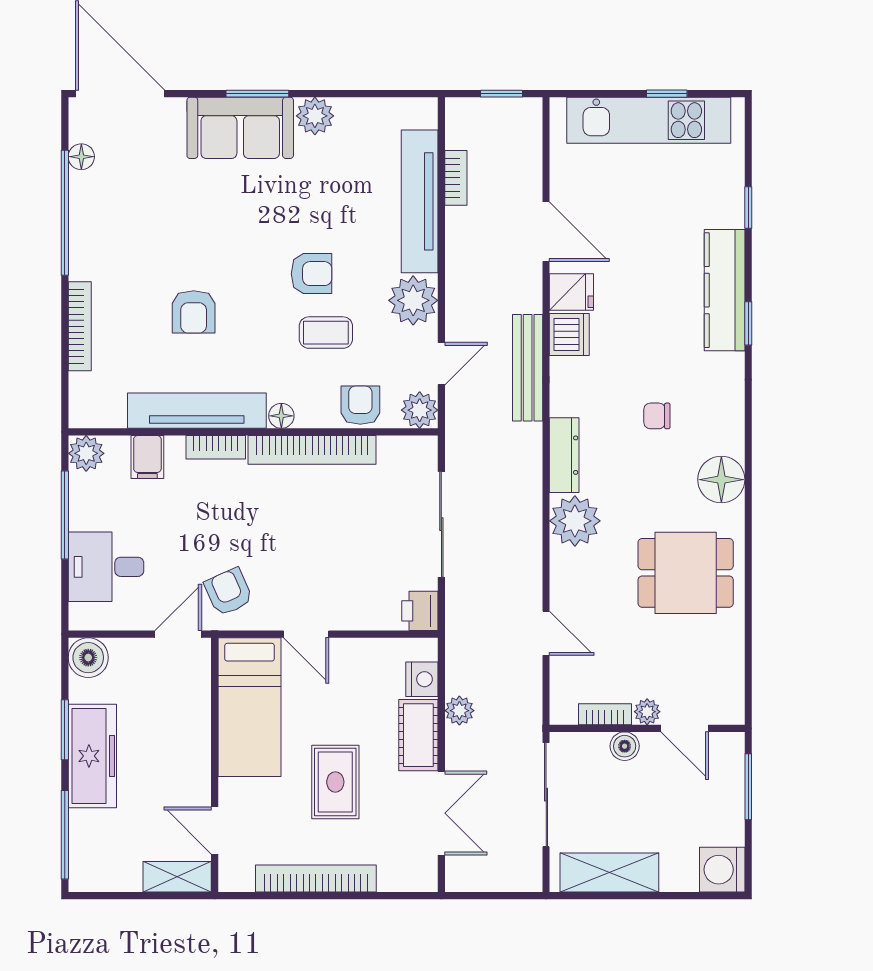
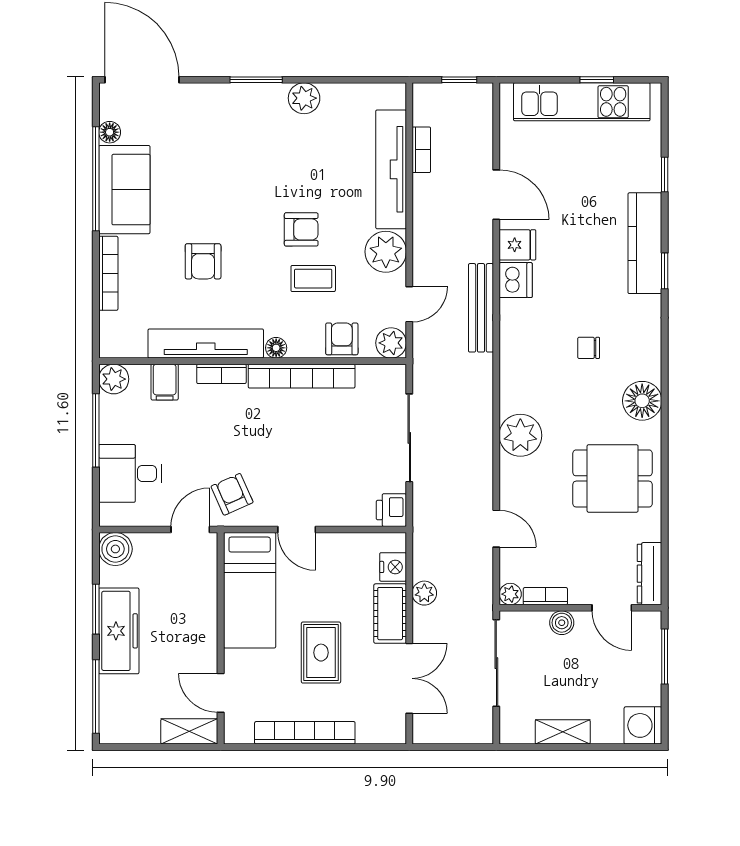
sofa: (240, 128) -> (124, 190), moved, turned -90
dresser: (564, 455) -> (649, 574), moved, turned 180
plant: (647, 712) -> (510, 594), moved
shelving: (609, 872) -> (563, 732), width x0.67, depth x0.75

